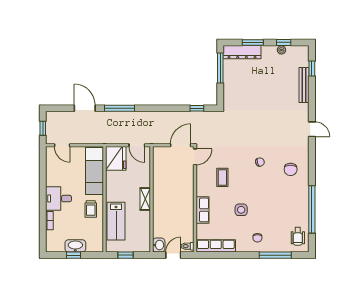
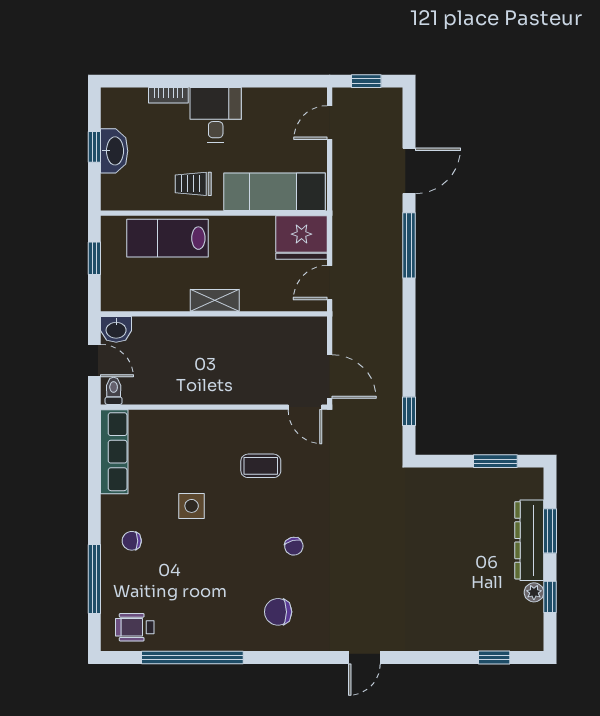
dresser: (242, 52) -> (529, 540), moved
window: (220, 68) -> (495, 461), width x0.69
bench: (304, 85) -> (459, 641), removed
row of seats: (202, 210) -> (191, 423), removed

